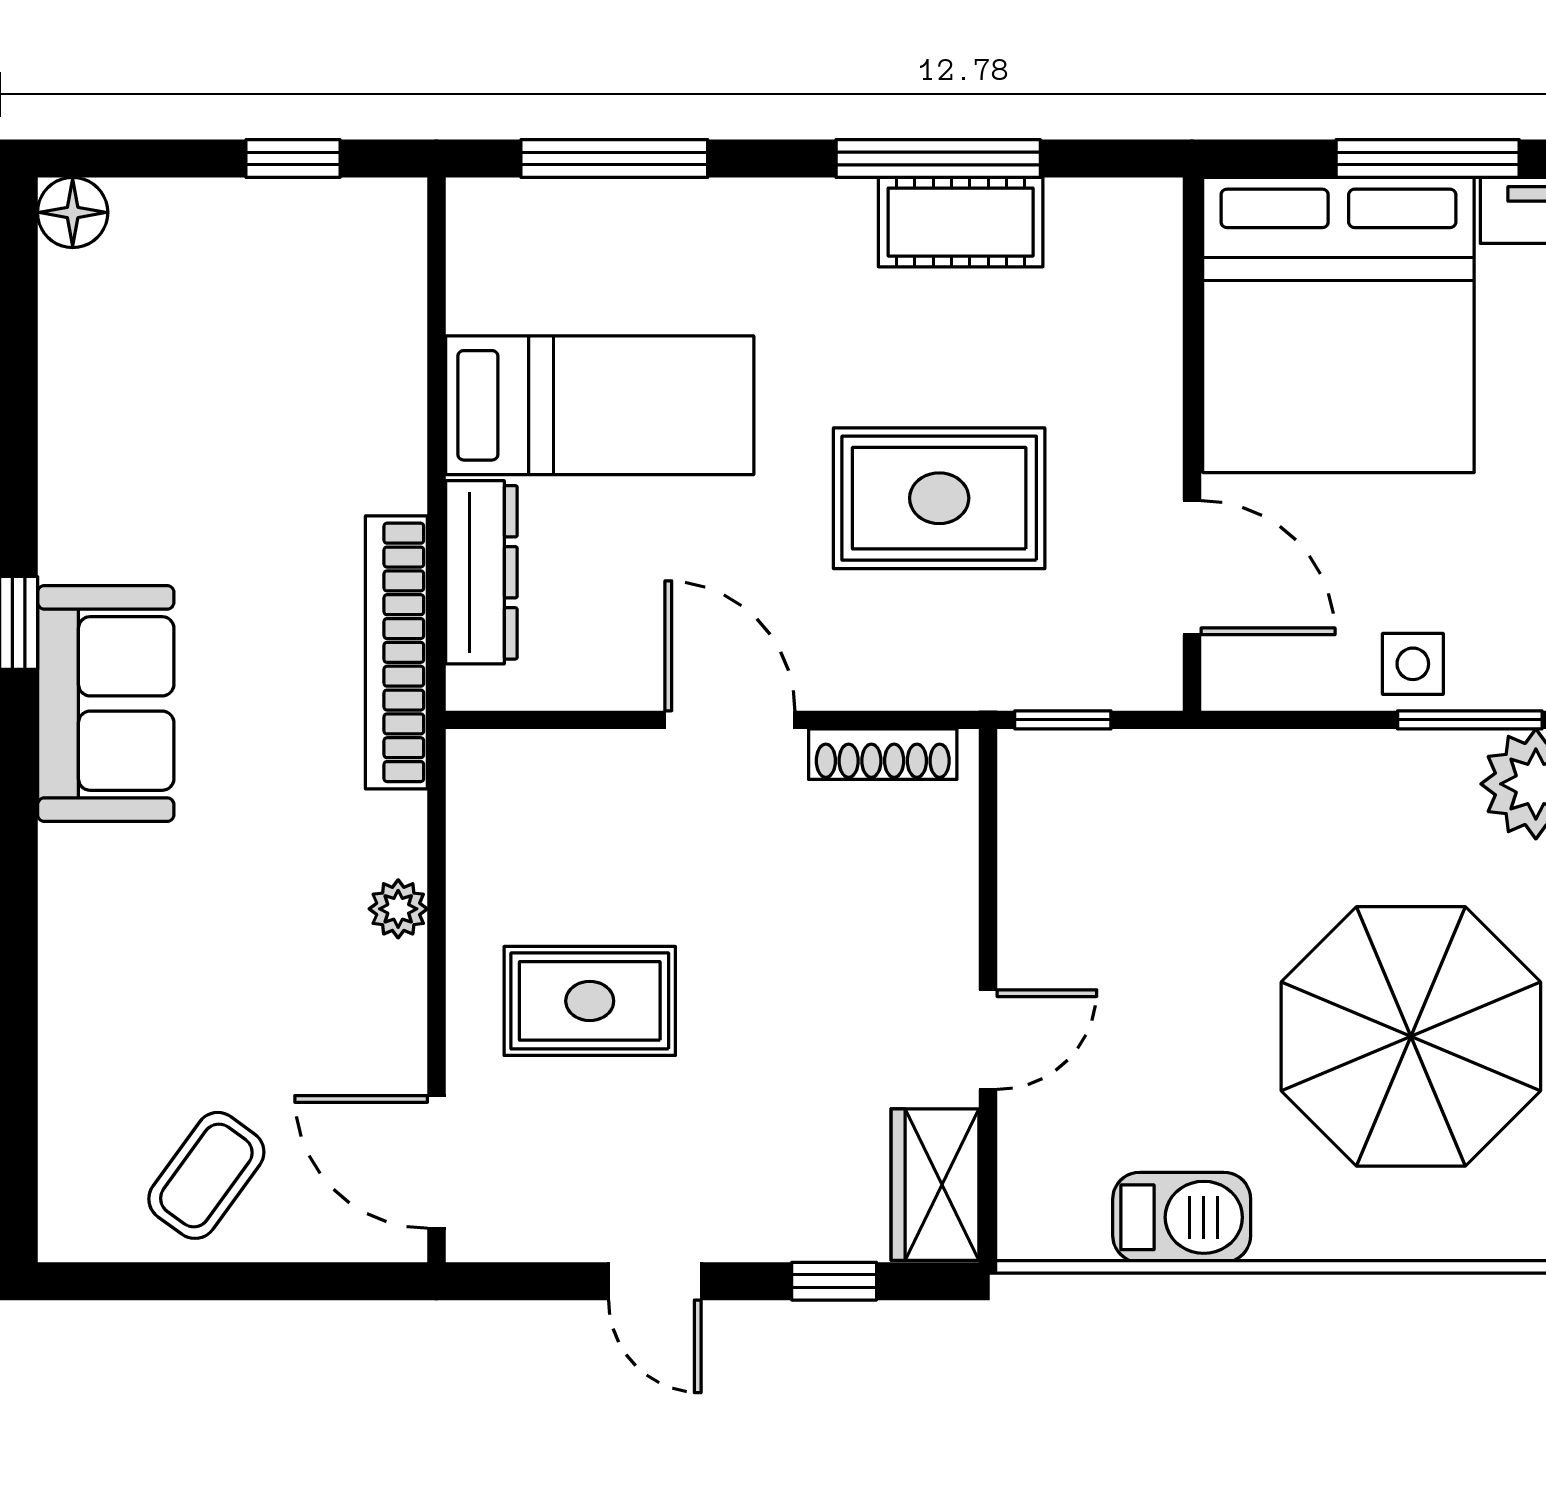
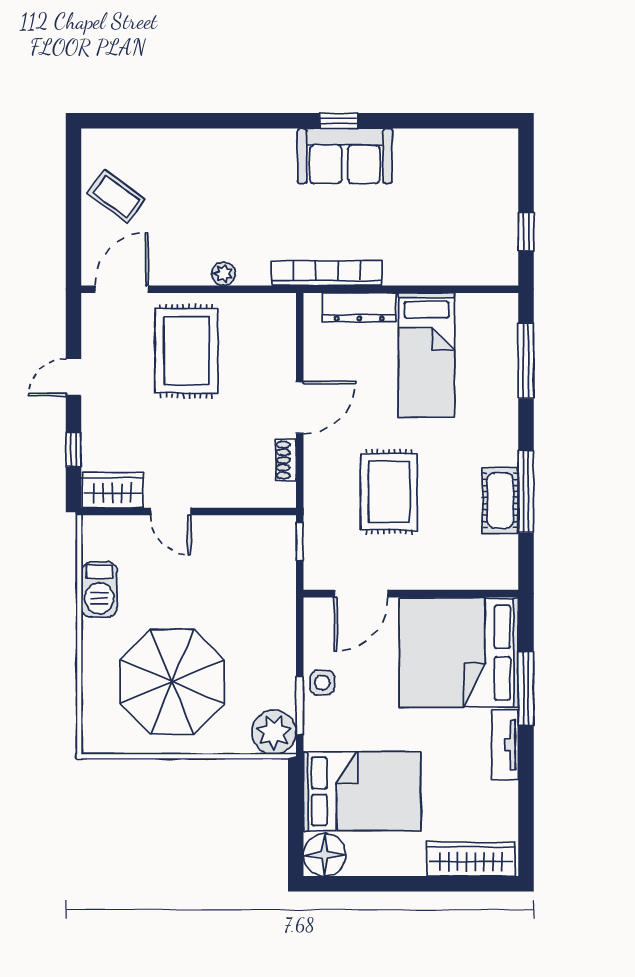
floor lamp: (73, 212) -> (504, 143), removed
sofa: (106, 703) -> (345, 156), moved
shoe rack: (883, 754) -> (286, 460), width x0.70
rug: (590, 1001) -> (186, 351), width x1.36, depth x1.43

